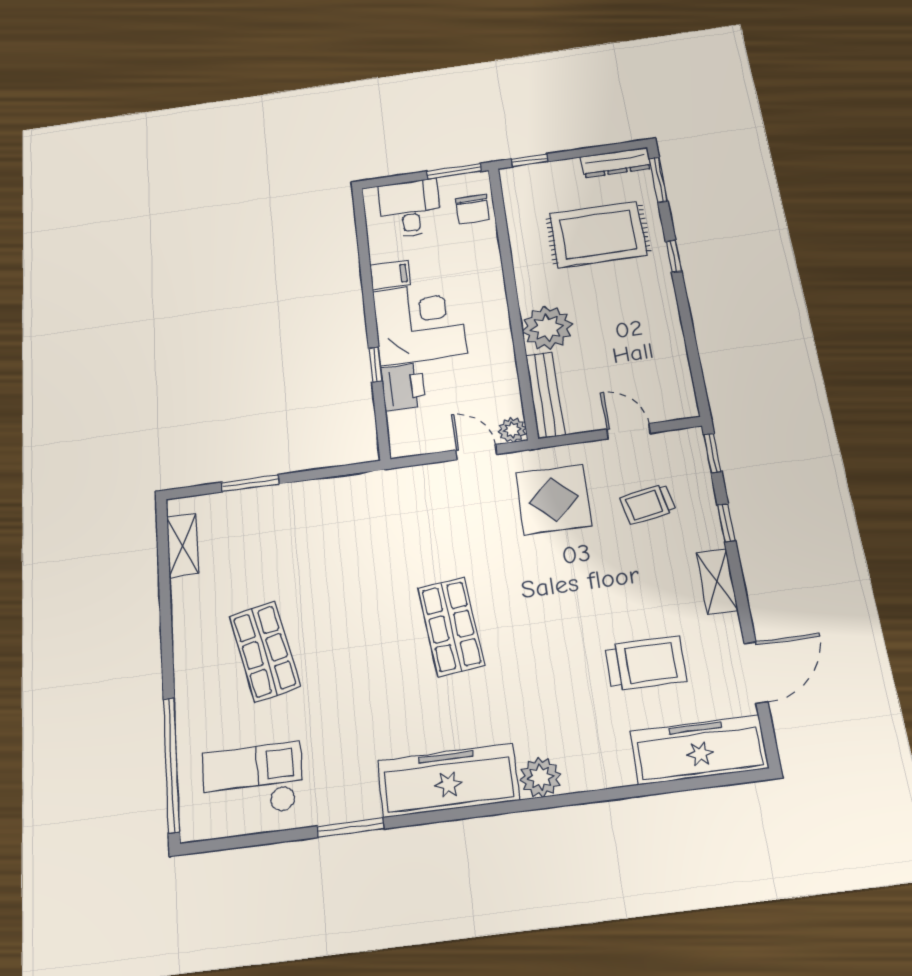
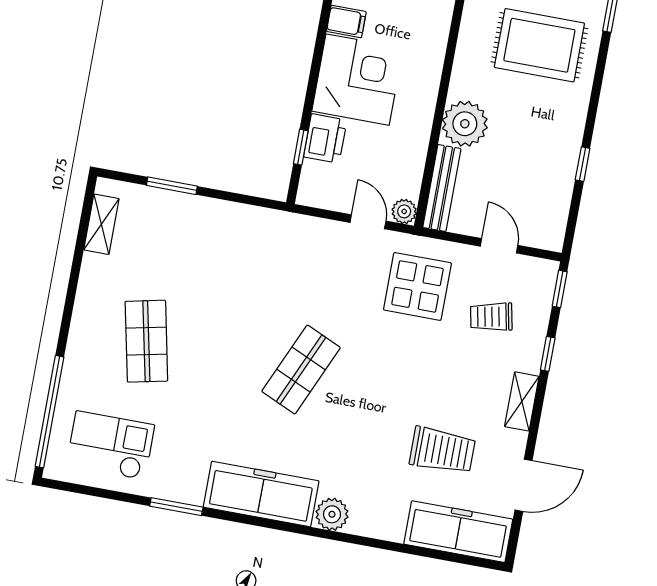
window: (674, 256) -> (583, 164), moved
window: (375, 365) -> (301, 147), moved
shop shelf: (451, 627) -> (301, 370), turned 30

